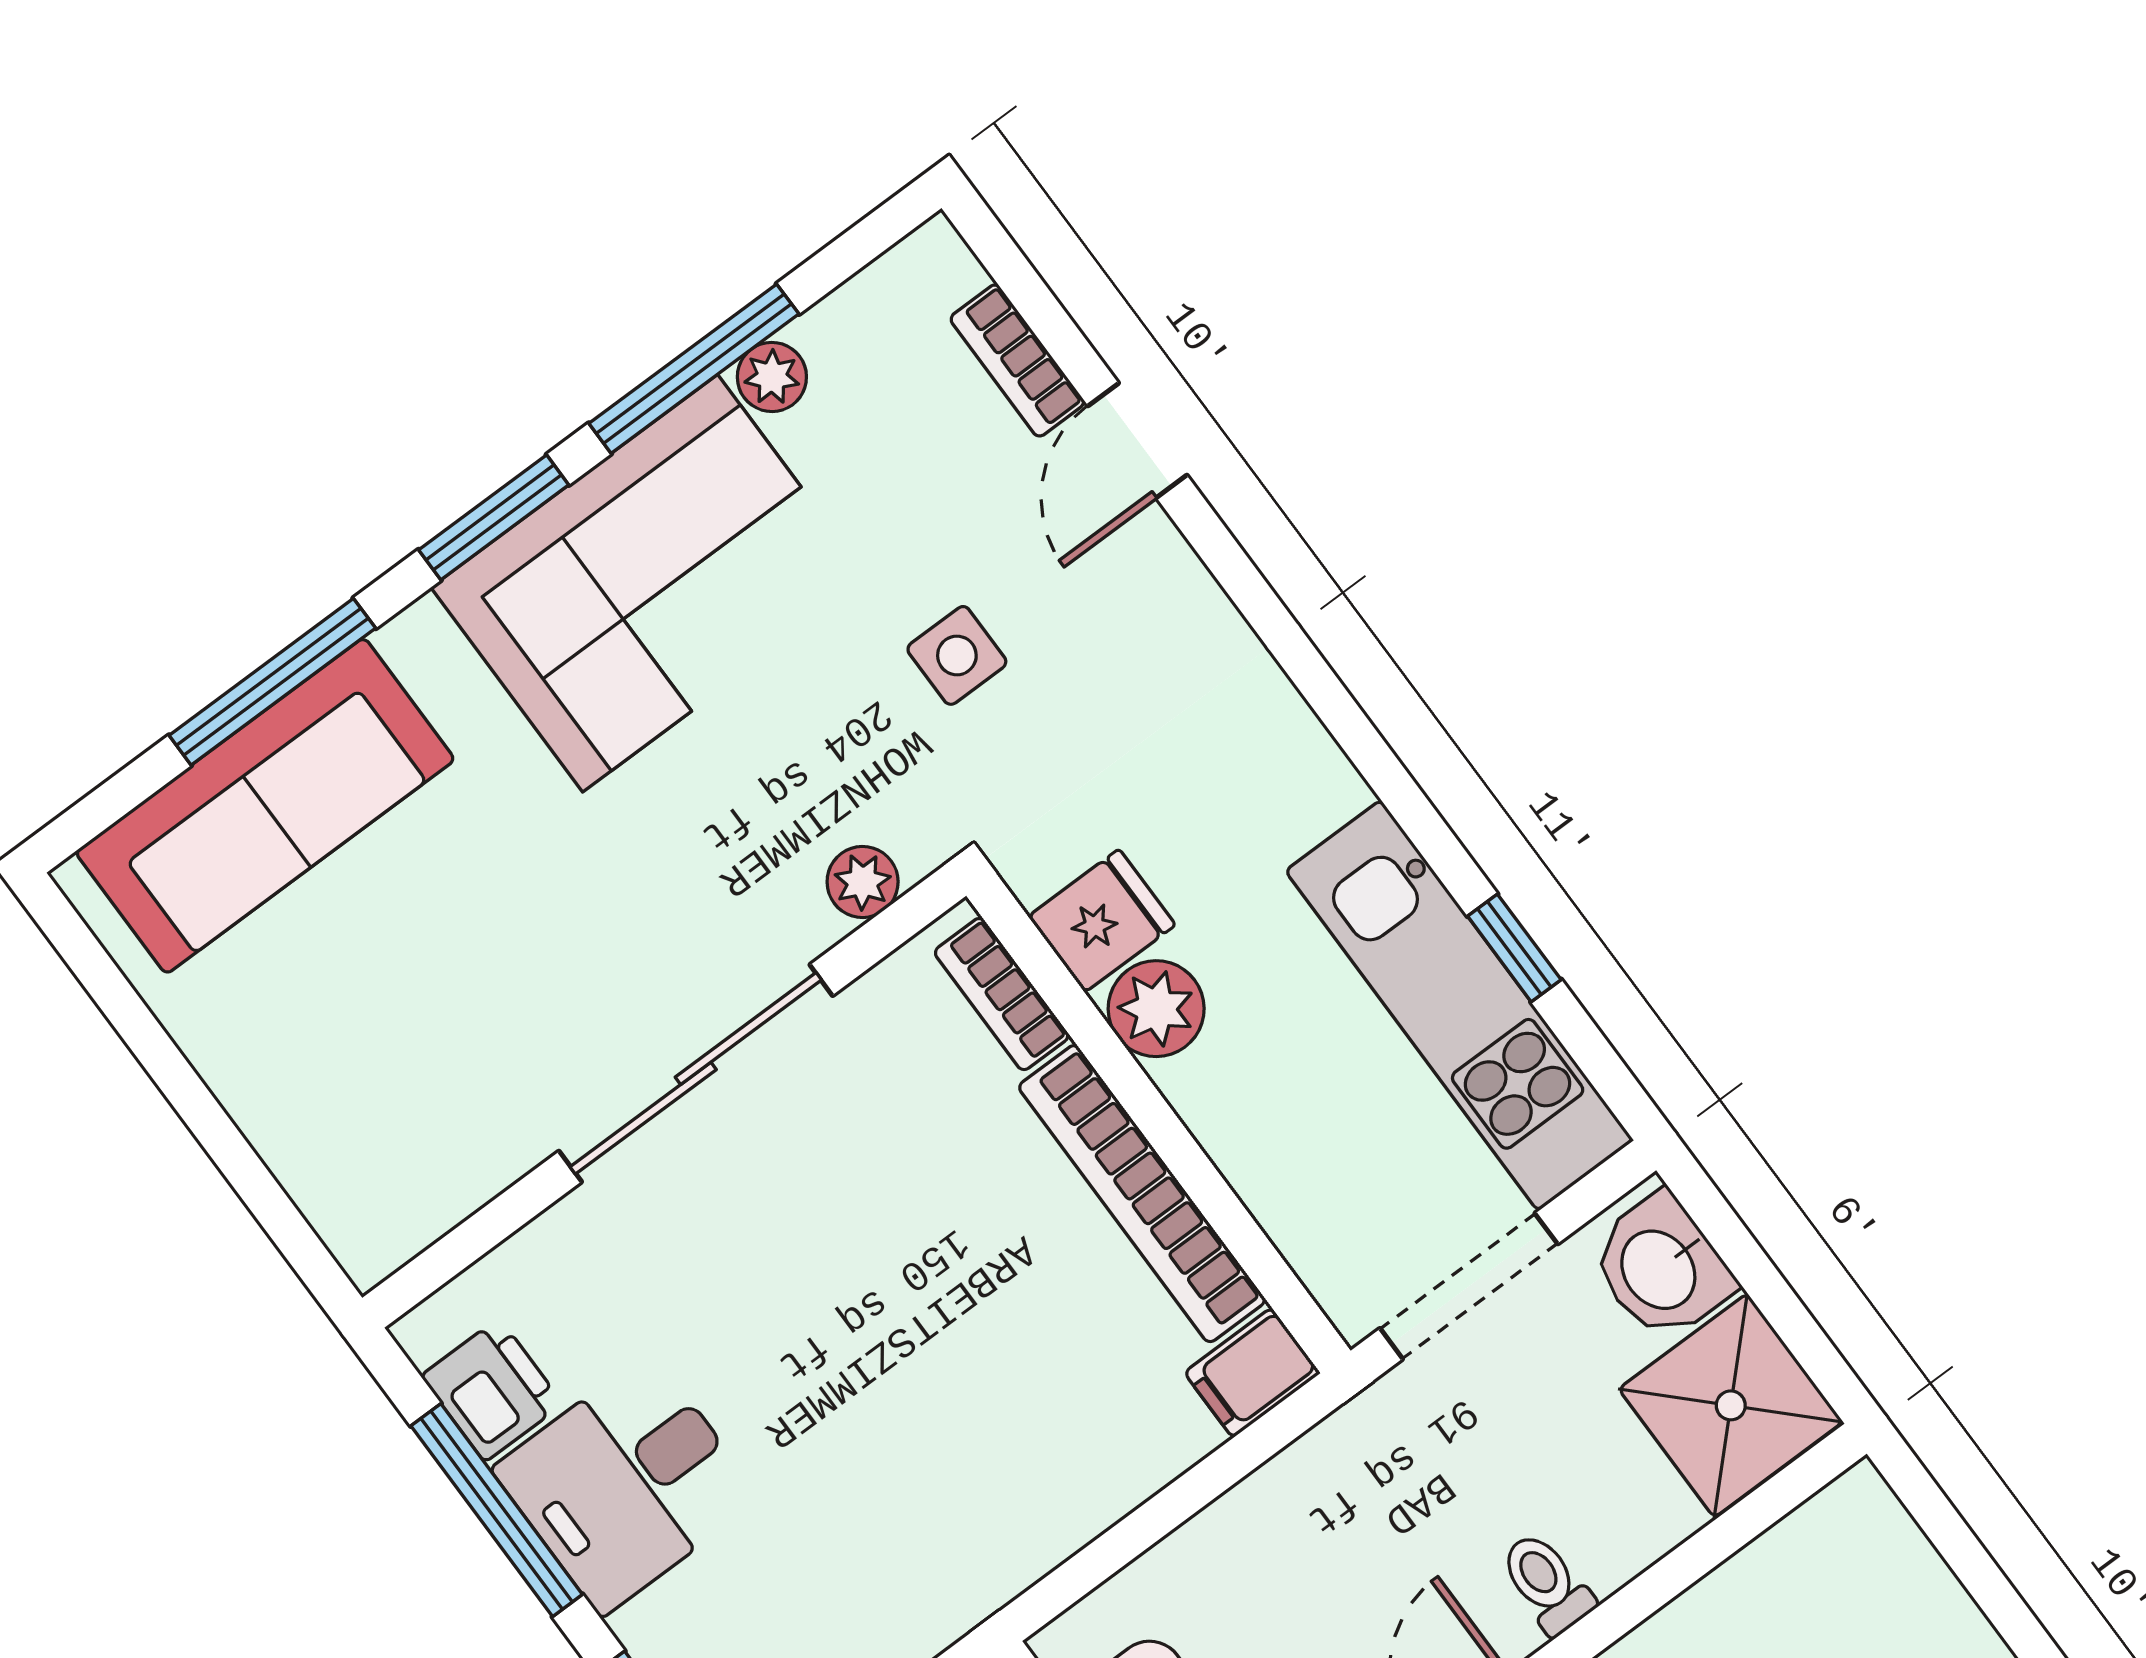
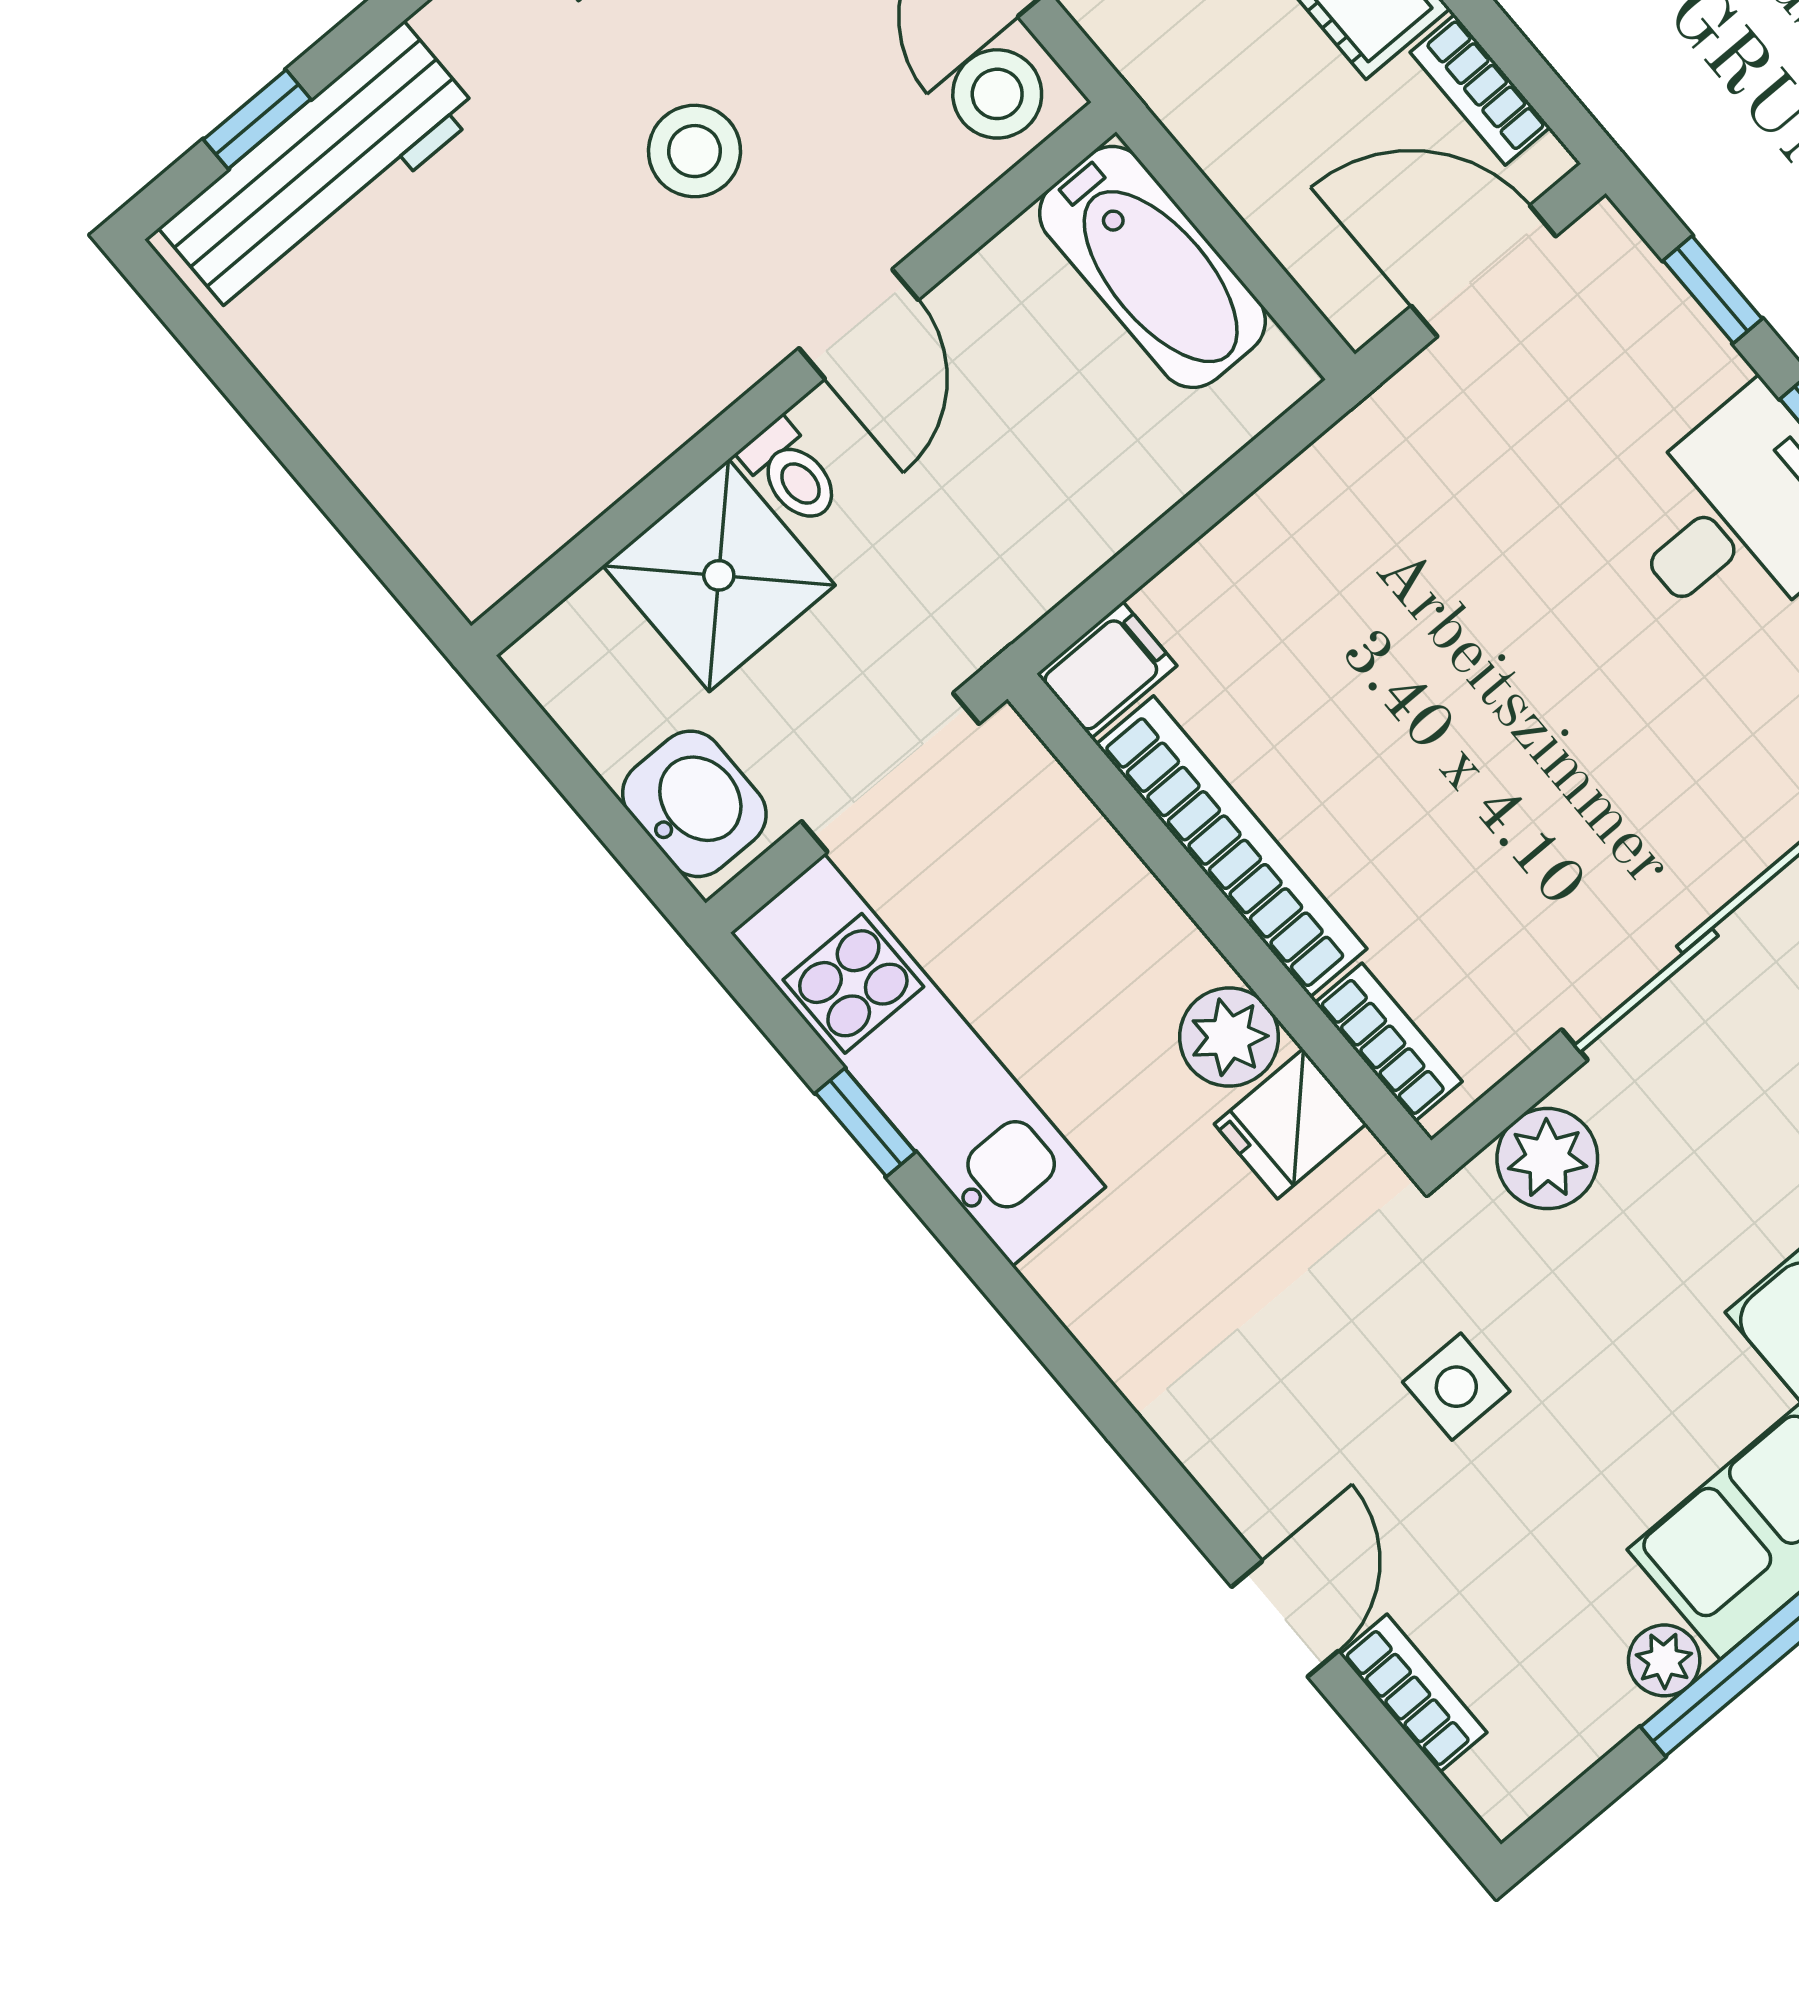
plant: (863, 882) -> (1547, 1159), width x1.38, depth x1.38
shower: (1731, 1405) -> (719, 575), moved

